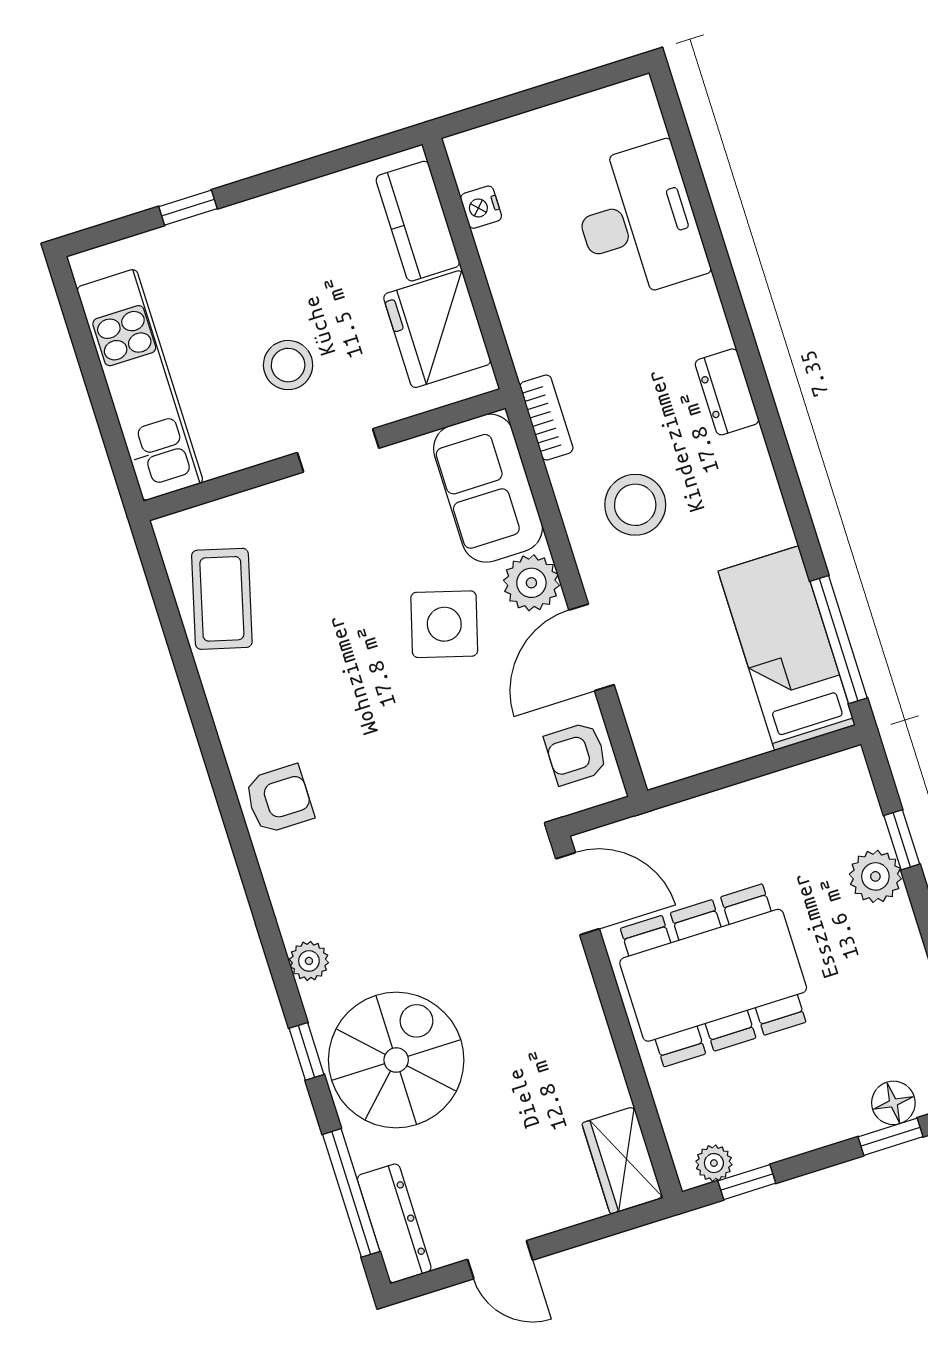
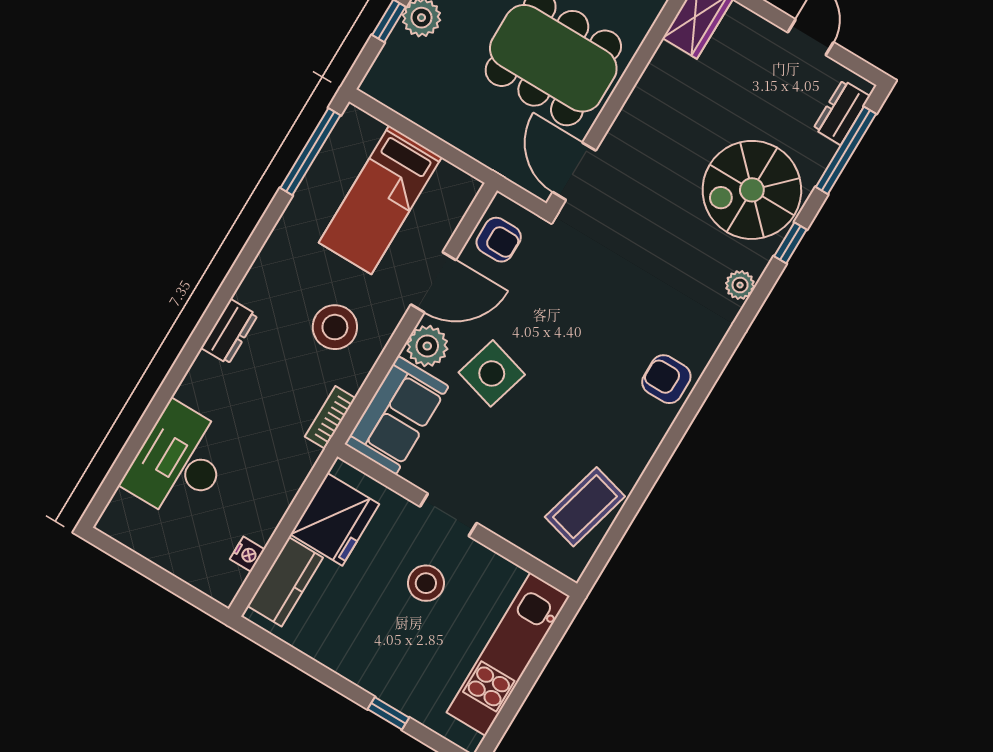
bed: (787, 648) -> (380, 200), moved
dresser: (394, 1223) -> (842, 112), width x0.70

